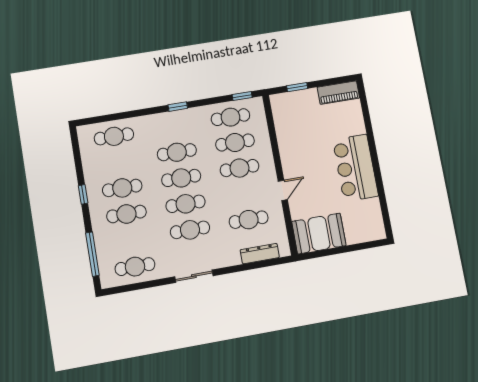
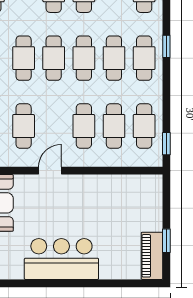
window: (297, 87) -> (166, 241), moved
window: (178, 107) -> (166, 46), moved
cafe table: (173, 127) -> (144, 58), added
door: (283, 190) -> (50, 171), swing flipped

